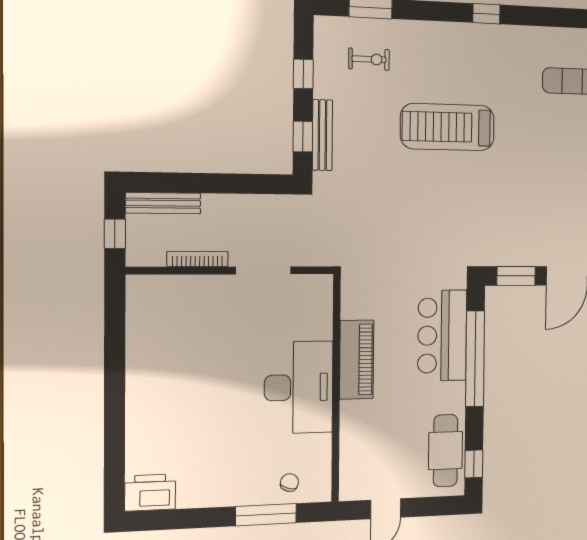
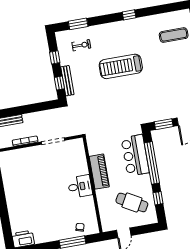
desk: (299, 387) -> (80, 186), width x0.53, depth x0.77
cafe table: (445, 451) -> (132, 202), moved, turned -61
window: (474, 464) -> (158, 198), moved

